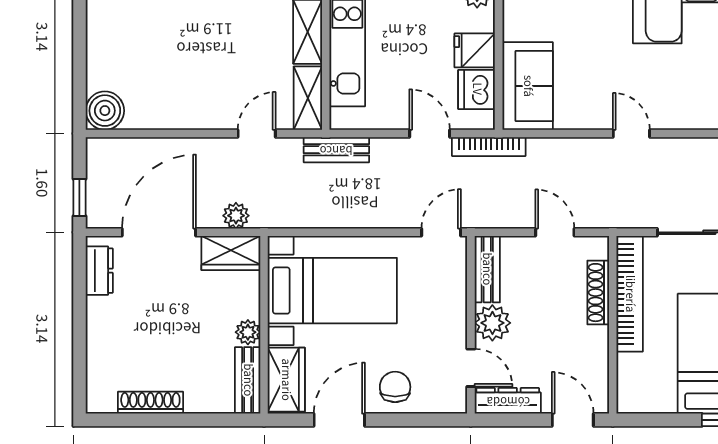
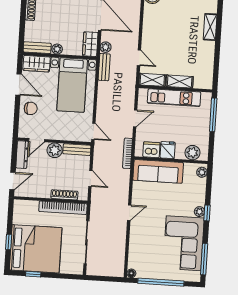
sofa: (528, 86) -> (158, 171), width x1.36
door: (430, 134) -> (135, 118), moved
bench: (336, 150) -> (104, 67), moved
door: (555, 232) -> (90, 178), hinge flipped

